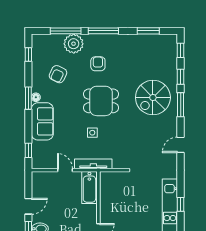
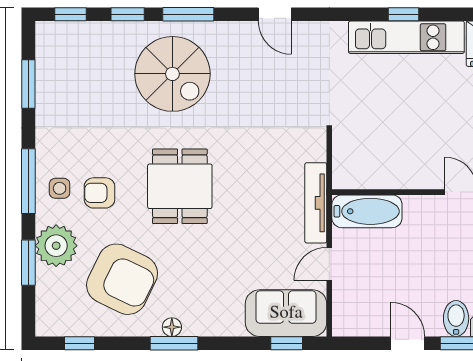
window: (66, 31) -> (28, 263), width x0.69
armchair: (58, 74) -> (122, 279), width x1.88, depth x1.88
sofa: (42, 121) -> (286, 313), moved
side table: (92, 133) -> (60, 188), moved

